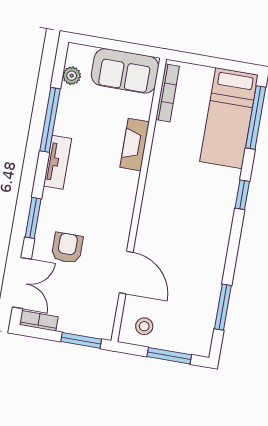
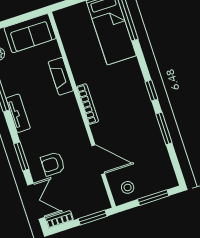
bookcase: (167, 93) -> (88, 104), moved
window: (242, 195) -> (151, 90), moved
armchair: (67, 248) -> (53, 164), turned -90
window: (223, 307) -> (164, 128), moved

